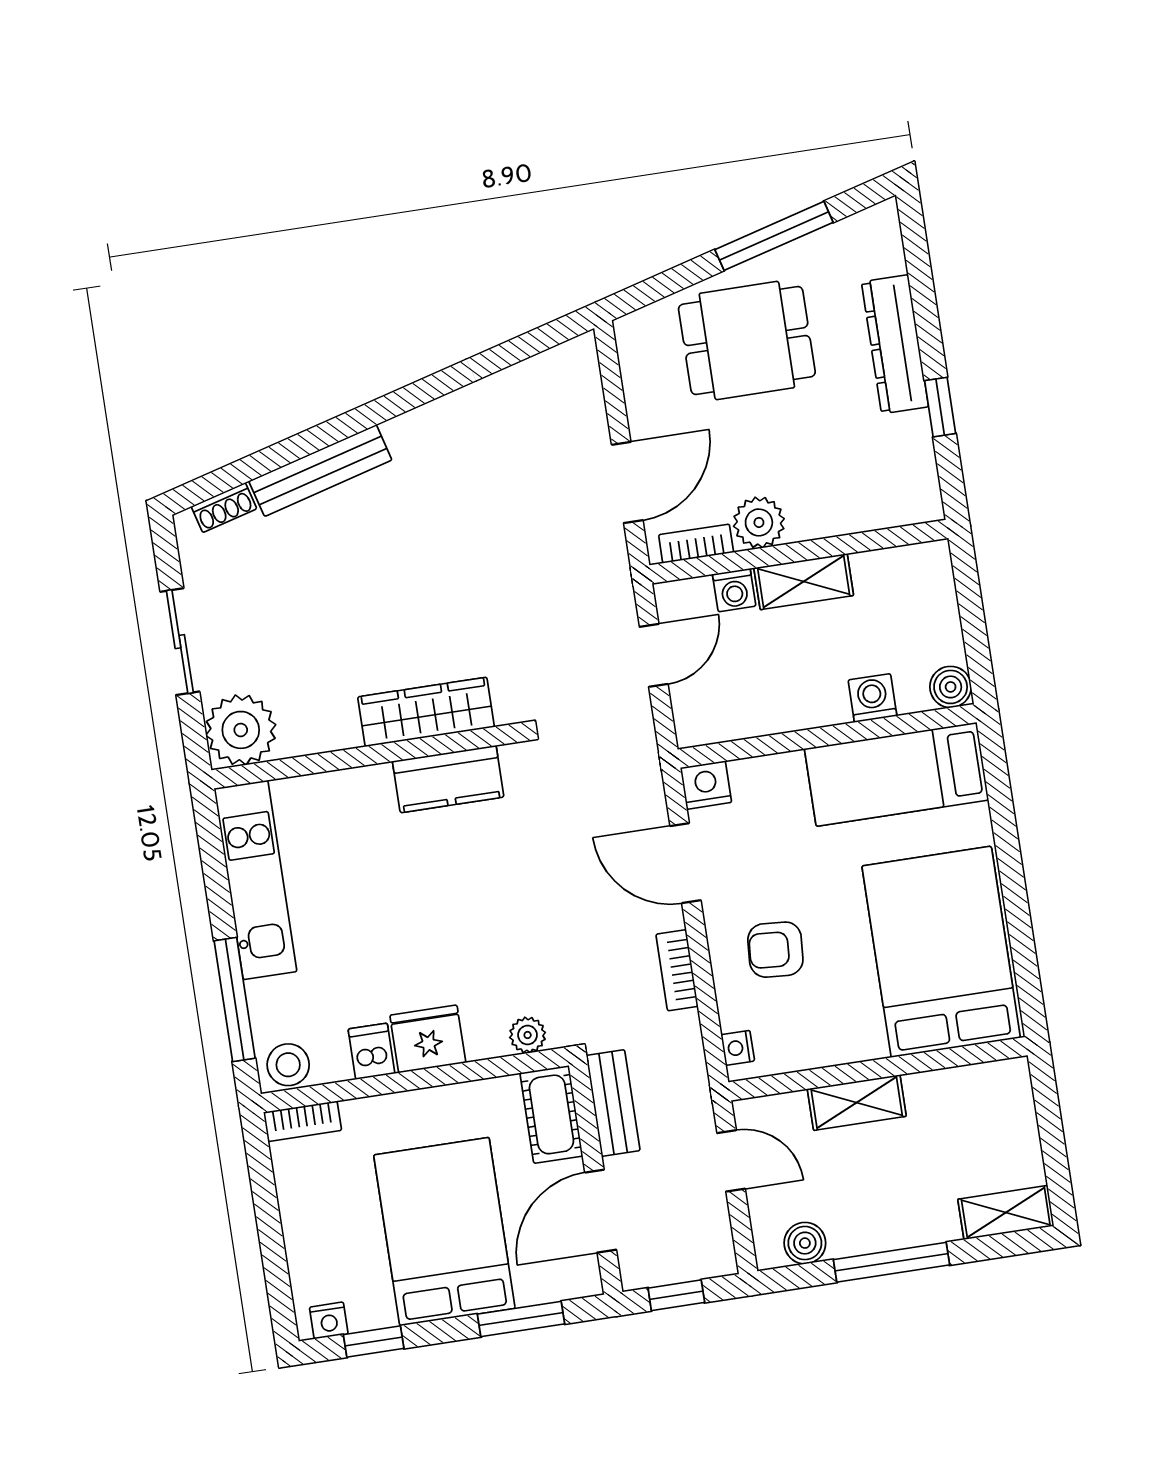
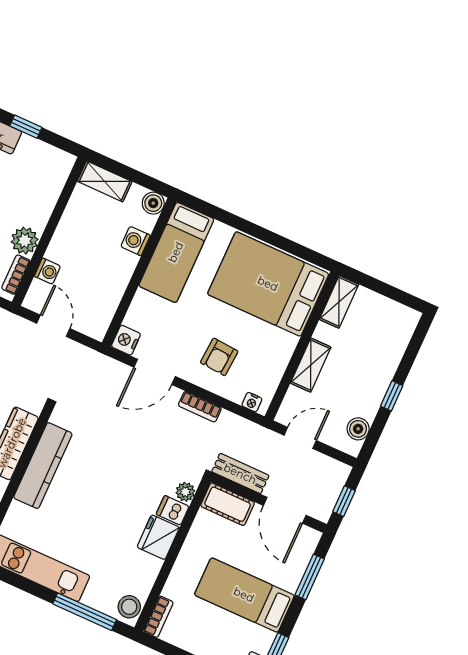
shelving: (804, 582) -> (105, 181), moved, turned 90
kitchen counter: (448, 779) -> (43, 466), width x1.50
dishwasher: (371, 1051) -> (173, 510), moved
shelving: (1006, 1213) -> (339, 302), moved
bed: (444, 1232) -> (244, 595), width x0.67
window: (892, 1262) -> (392, 396), width x0.46

